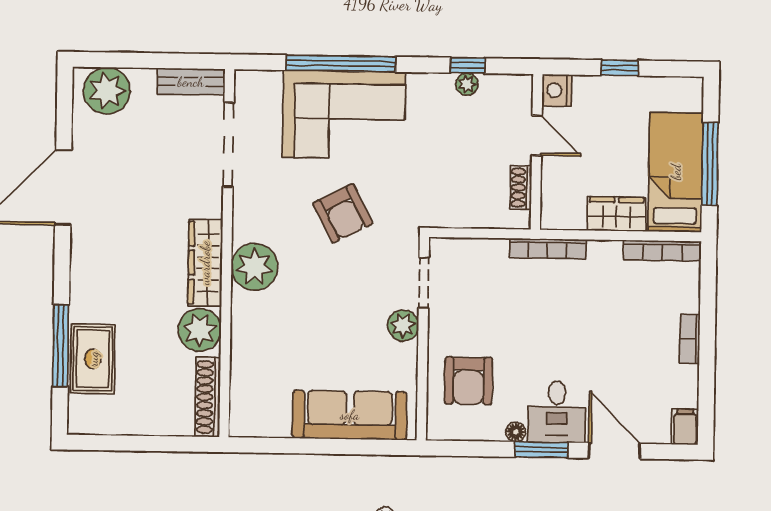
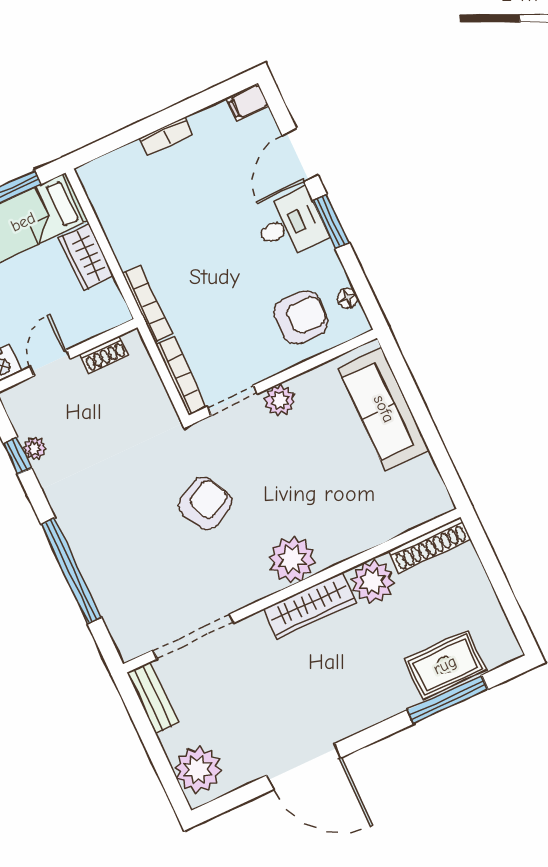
corner sofa: (344, 115) -> (116, 546), removed
bookcase: (662, 251) -> (181, 376), moved
floor lamp: (516, 432) -> (348, 298), moved

